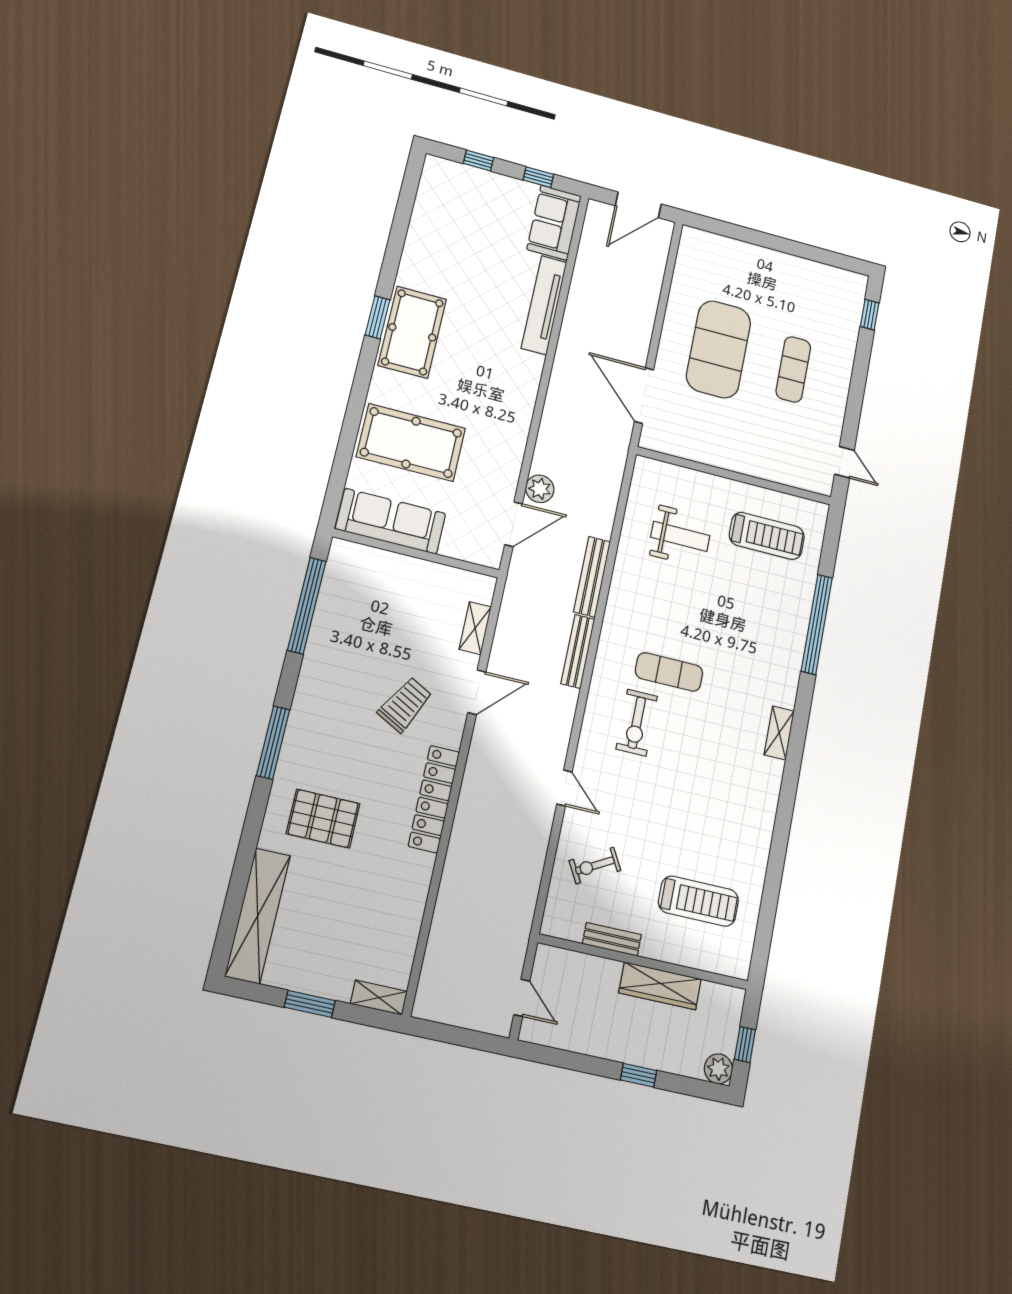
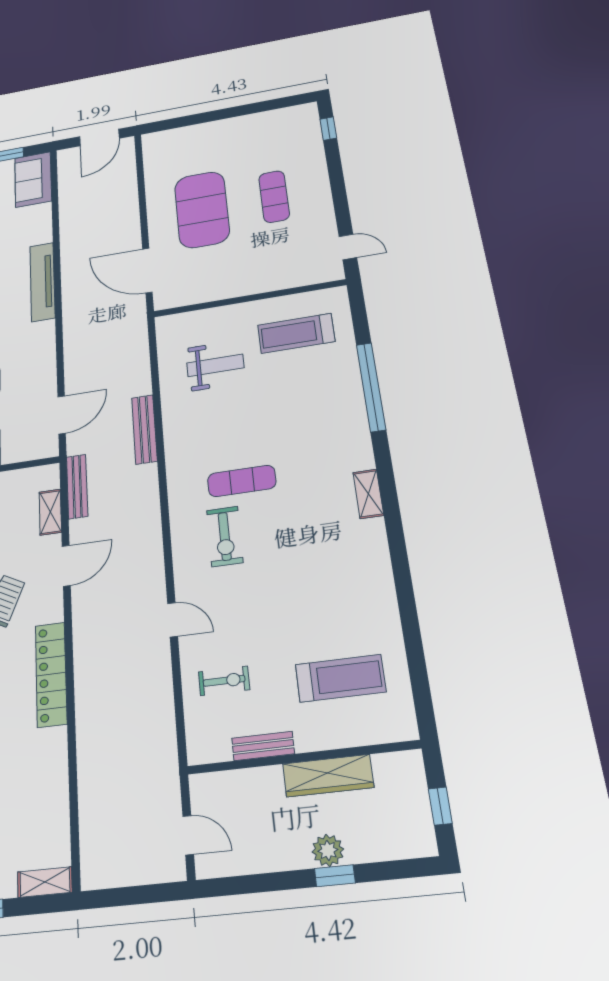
tv unit: (544, 305) -> (42, 282), moved
plant: (540, 489) -> (77, 378), removed
treadmill: (767, 536) -> (296, 333), turned 180
bench: (578, 651) -> (77, 486), moved
exercise bike: (595, 866) -> (224, 681), turned -151
plant: (718, 1069) -> (328, 850), moved

